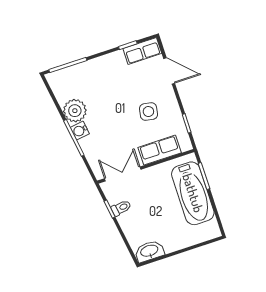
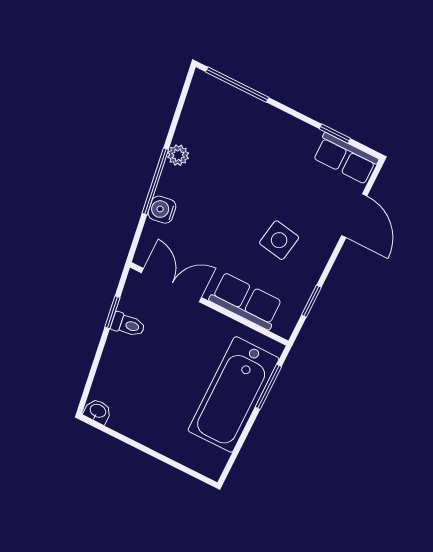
plant: (75, 111) -> (178, 155), width x0.53, depth x0.53
water cooler: (80, 131) -> (162, 210), moved
washbasin: (149, 251) -> (98, 411), width x0.52, depth x0.69

